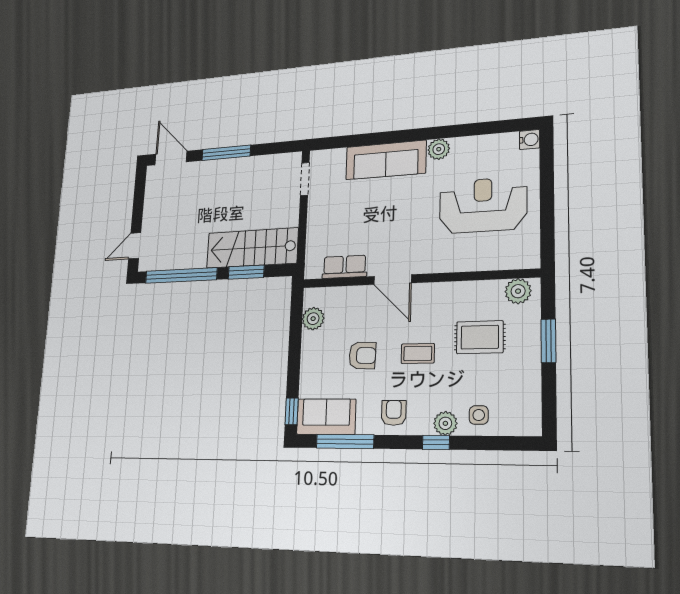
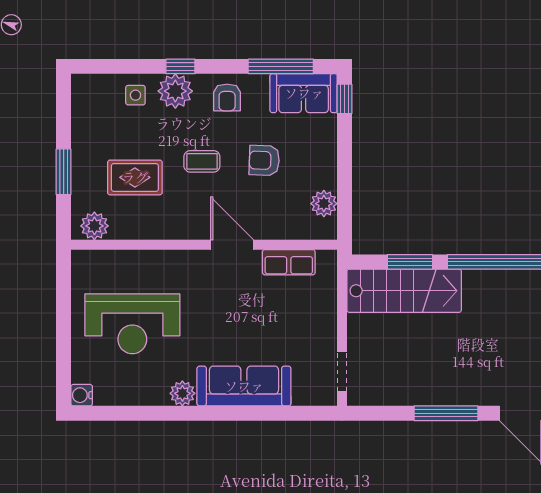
plant: (445, 423) -> (175, 91), width x1.36, depth x1.36

